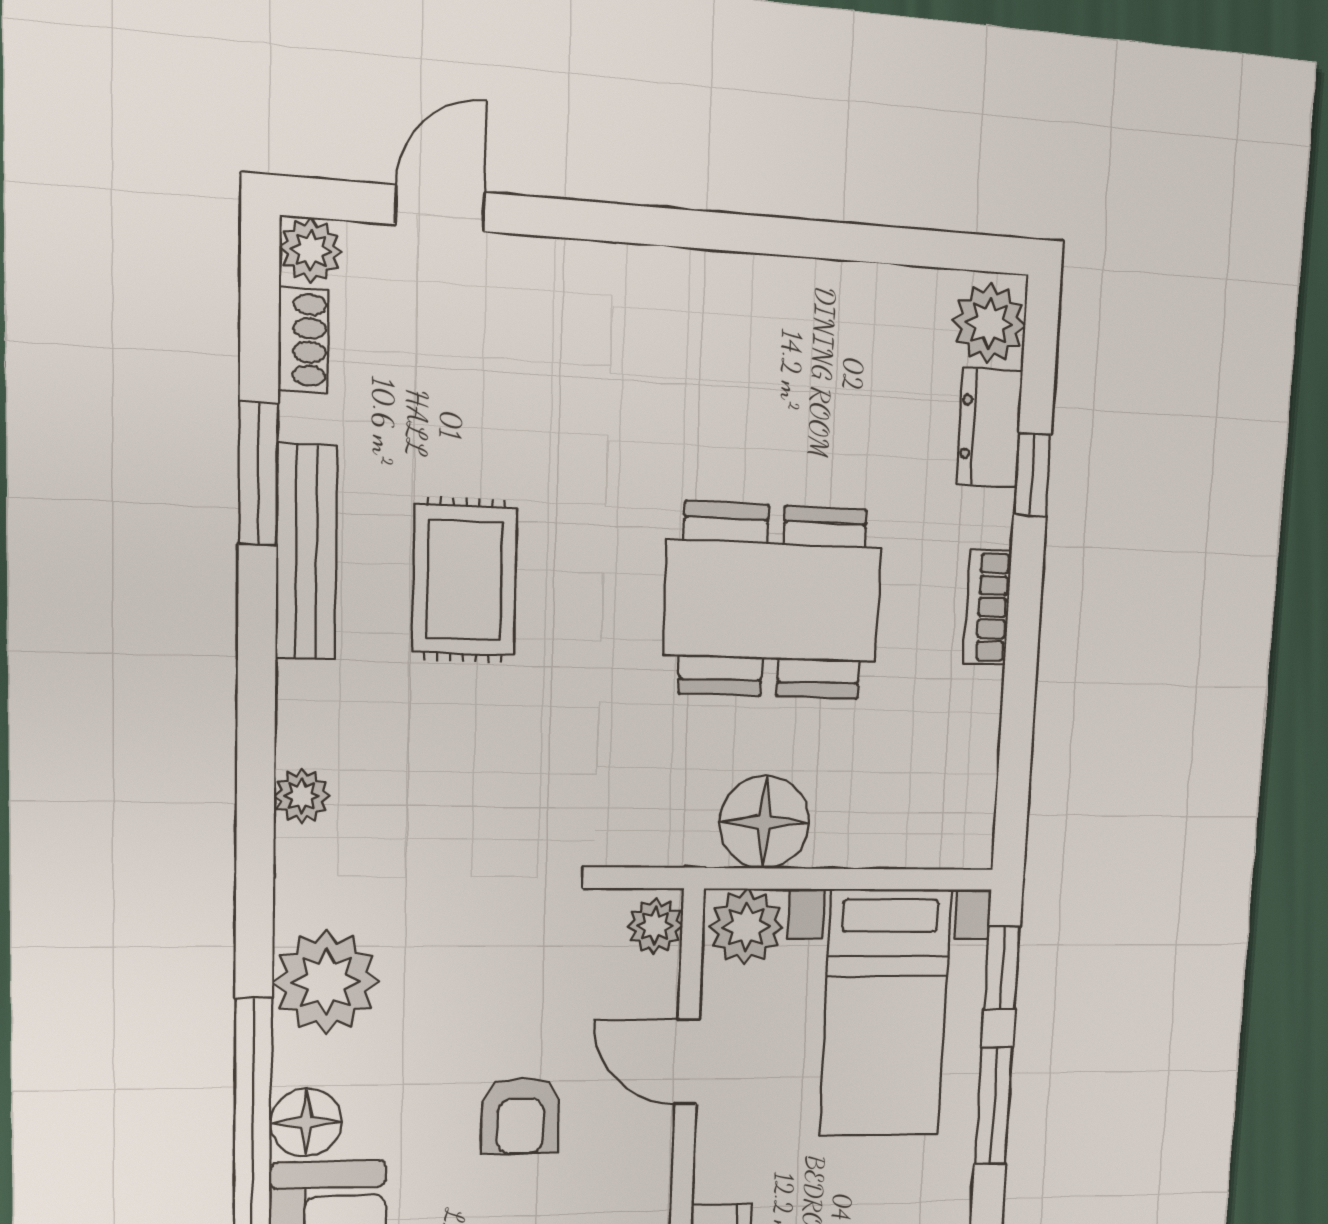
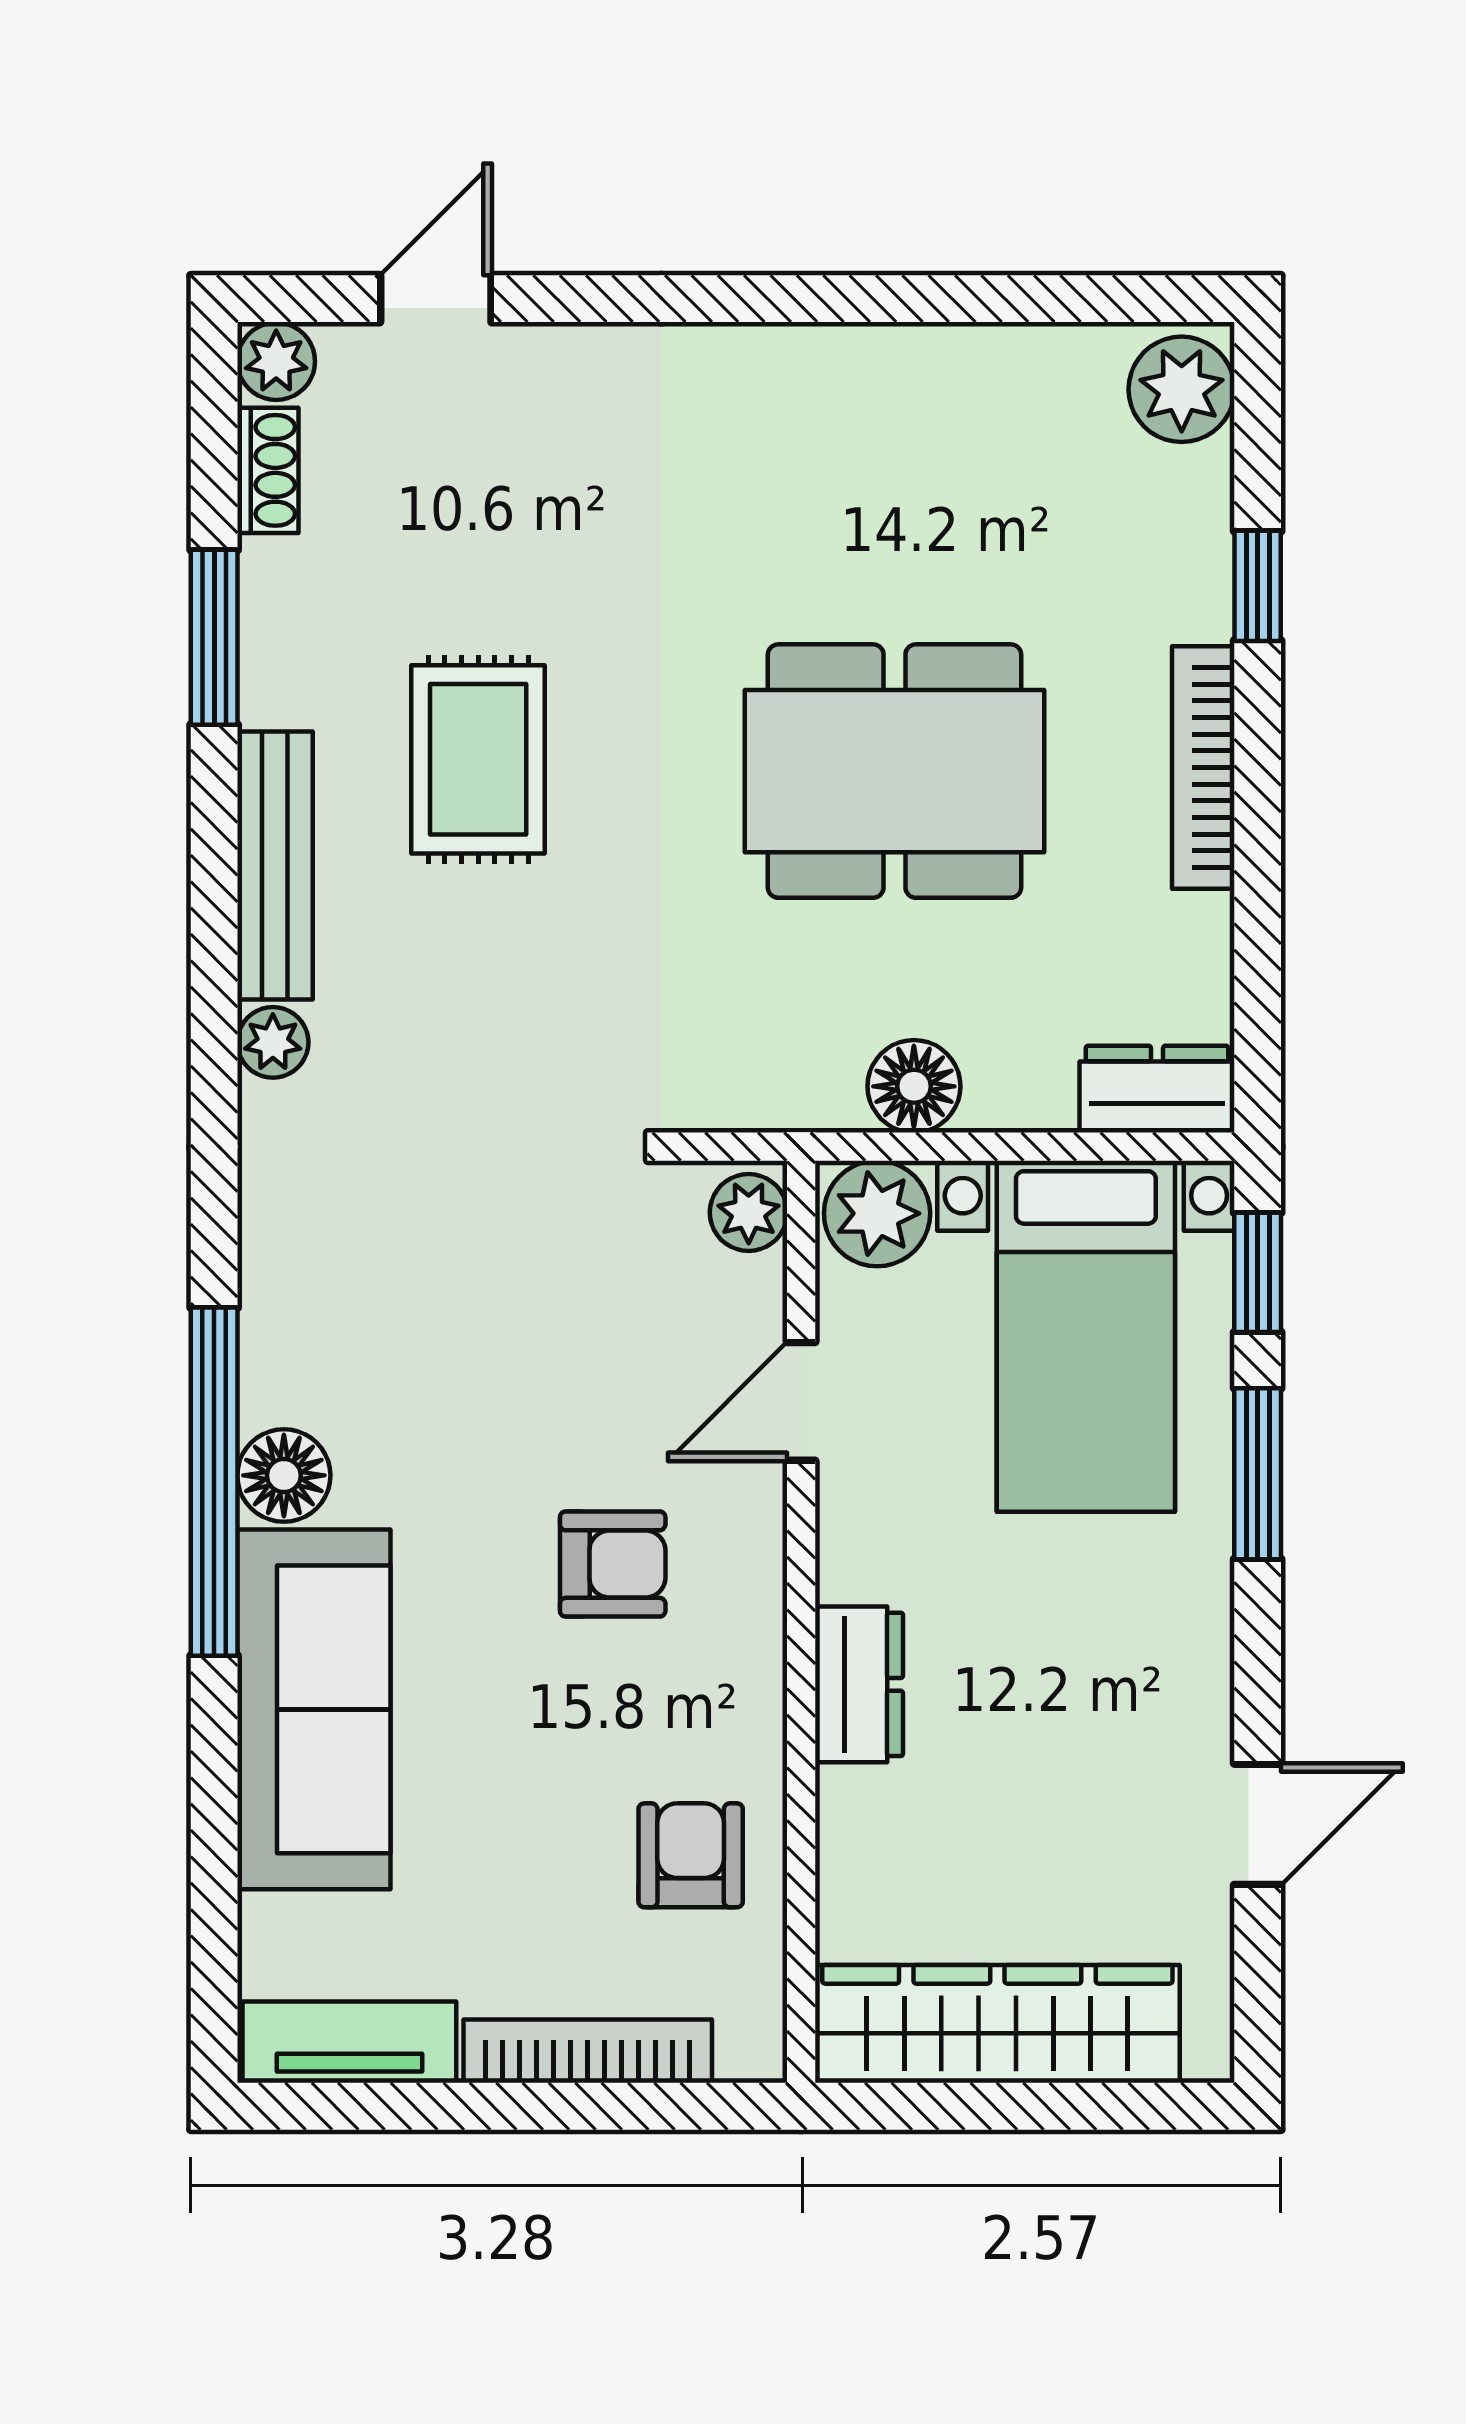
dresser: (989, 428) -> (1157, 1089), moved, turned 90
bench: (306, 552) -> (275, 865), moved
bookcase: (987, 607) -> (1203, 768), width x1.56
floor lamp: (764, 822) -> (914, 1086), width x0.73, depth x0.73
plant: (326, 982) -> (307, 1287), removed
door: (687, 1062) -> (801, 1401), hinge flipped
armchair: (521, 1116) -> (613, 1564), moved, turned -90

